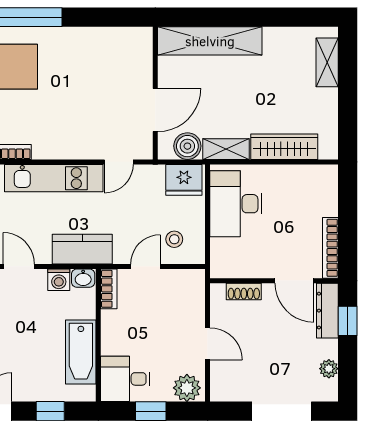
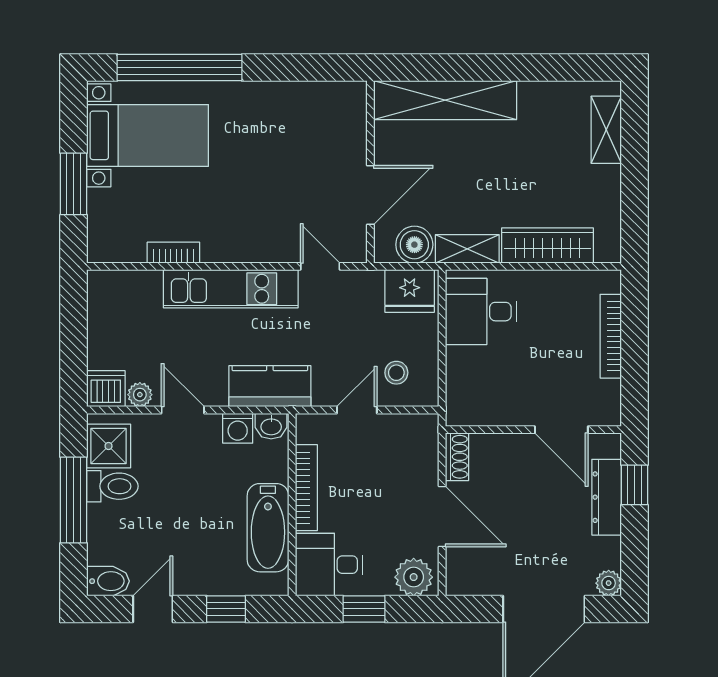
door: (119, 162) -> (320, 266), swing flipped
desk: (236, 204) -> (481, 312), width x0.73
bookcase: (330, 248) -> (611, 336), moved
bookcase: (109, 289) -> (306, 488), moved, width x1.56
shoe rack: (244, 291) -> (457, 457), moved, turned -90
dresser: (327, 311) -> (607, 497), moved
door: (208, 344) -> (442, 516), width x1.37
plant: (329, 369) -> (609, 583), moved

